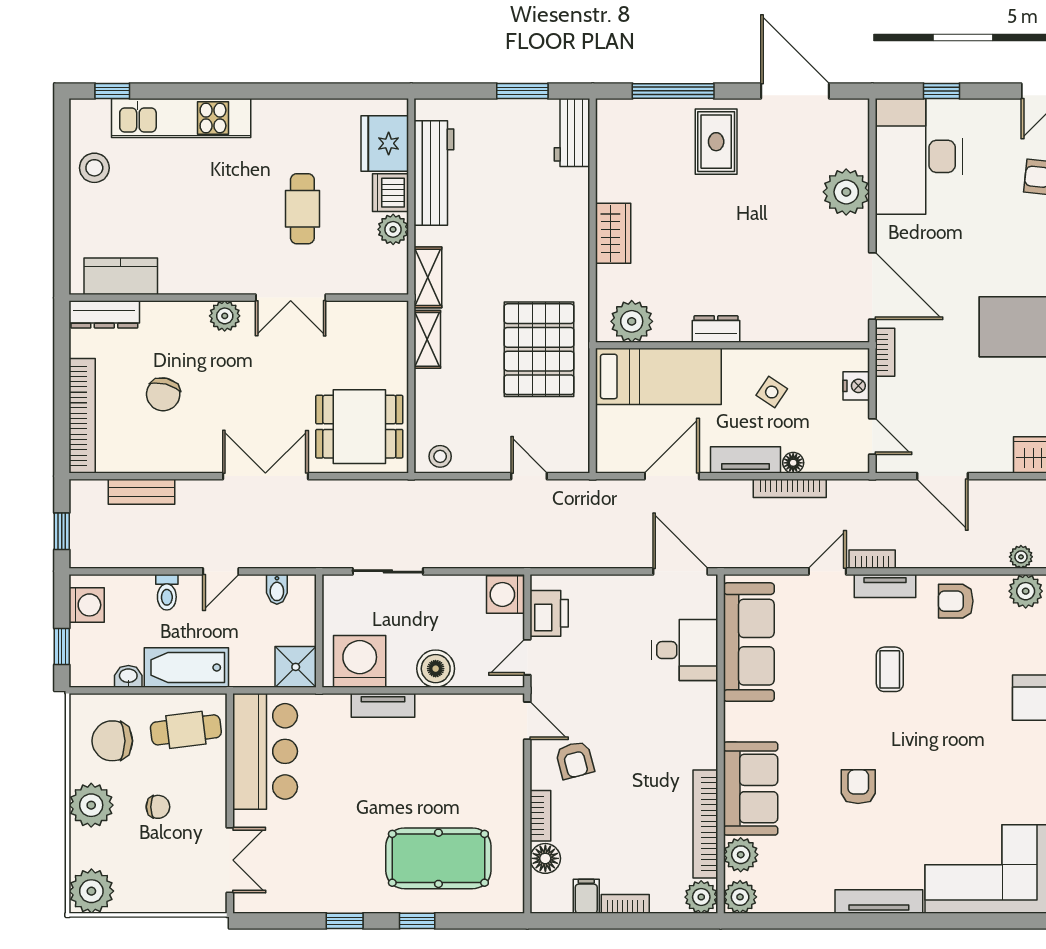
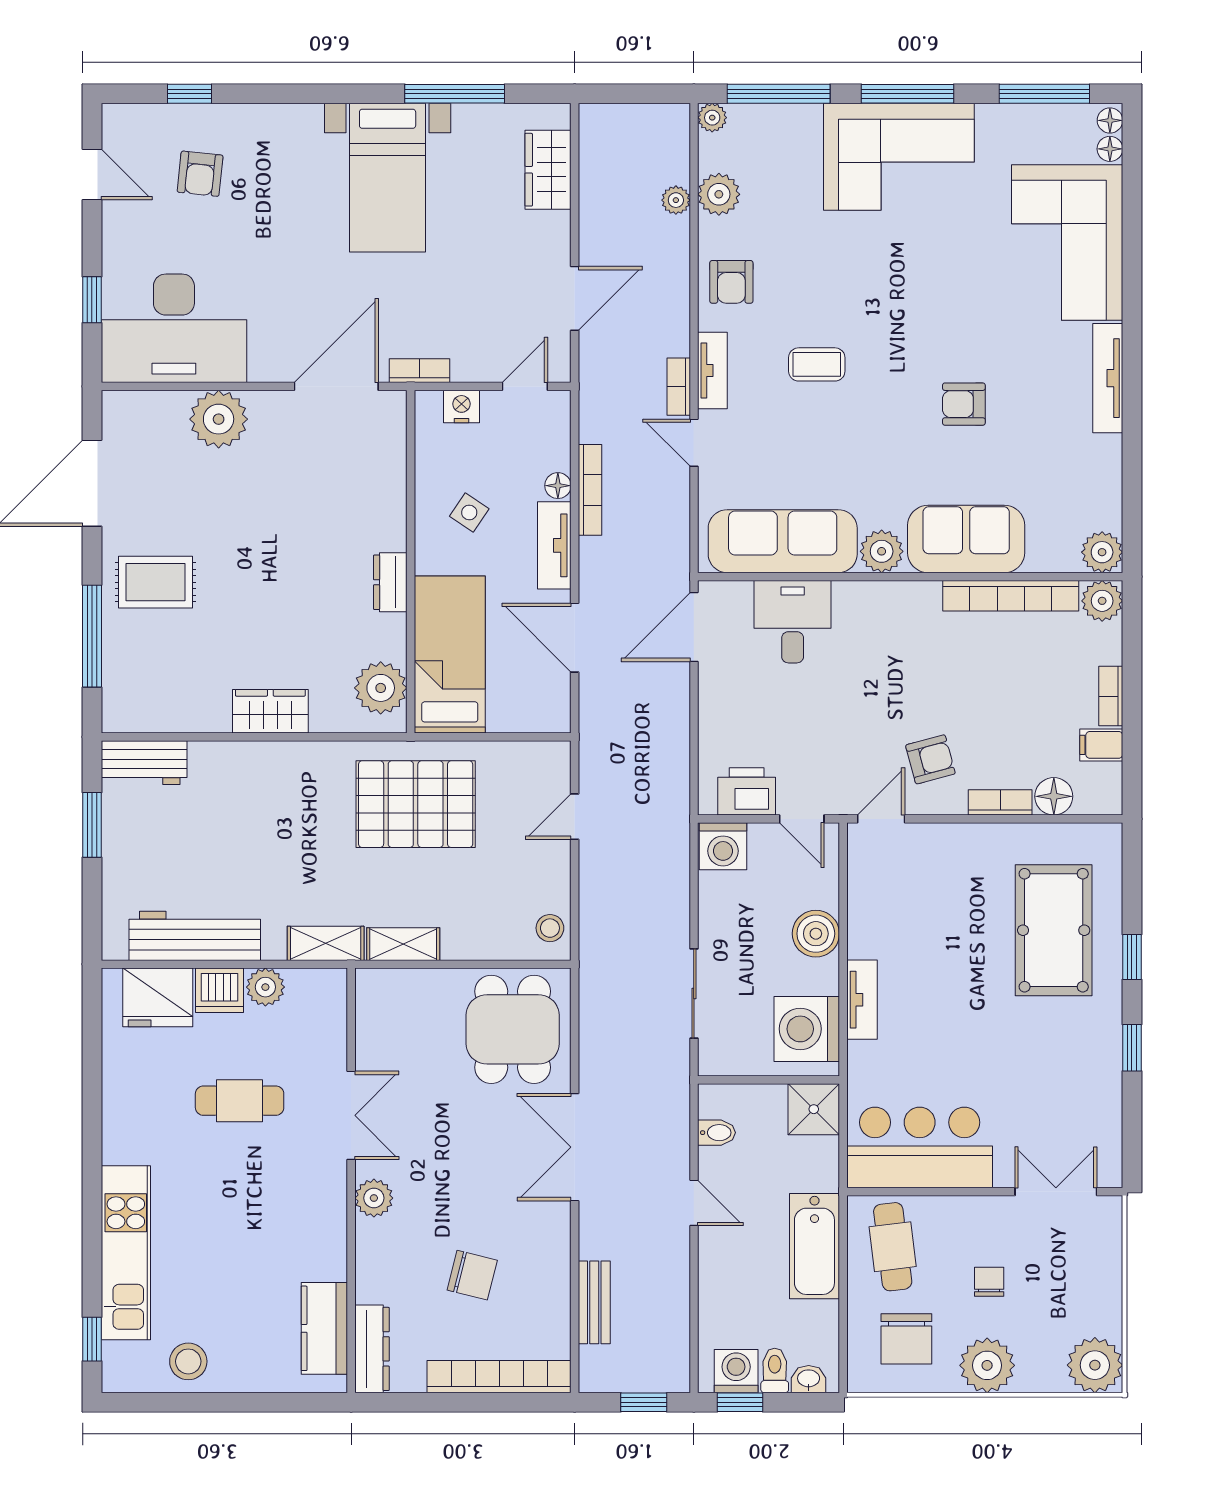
toilet: (167, 592) -> (775, 1370), moved, turned -90
window: (62, 647) -> (740, 1402), moved
washbasin: (128, 676) -> (809, 1379), moved, turned 90
plant: (741, 855) -> (882, 551), moved

